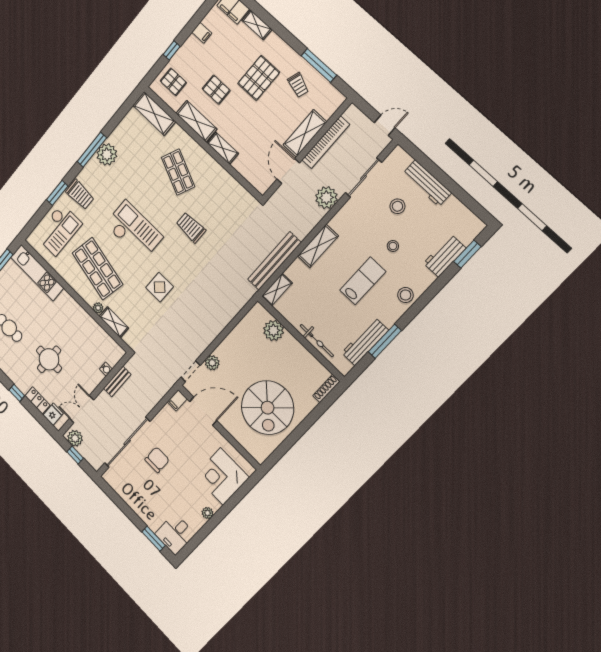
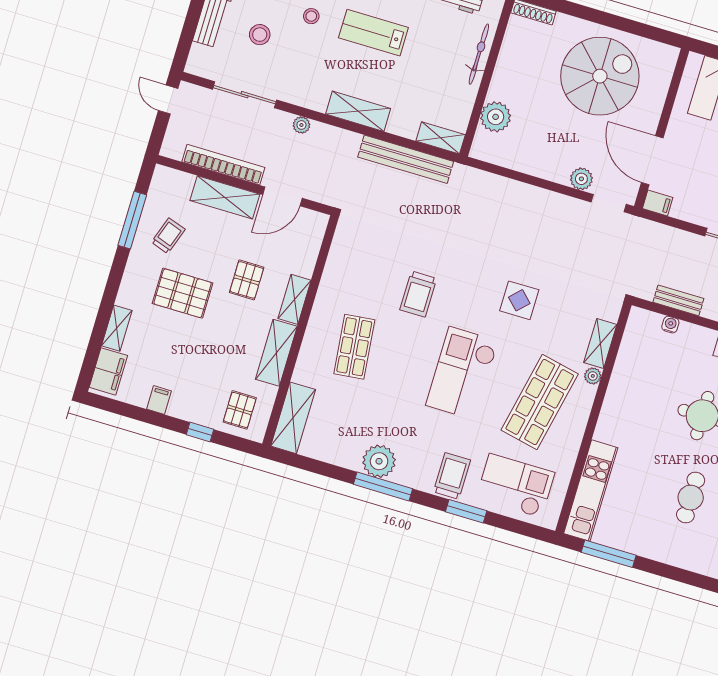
pallet: (216, 90) -> (247, 280), moved
shop shelf: (178, 172) -> (354, 347), turned -30
plant: (326, 198) -> (301, 125), width x0.53, depth x0.53

